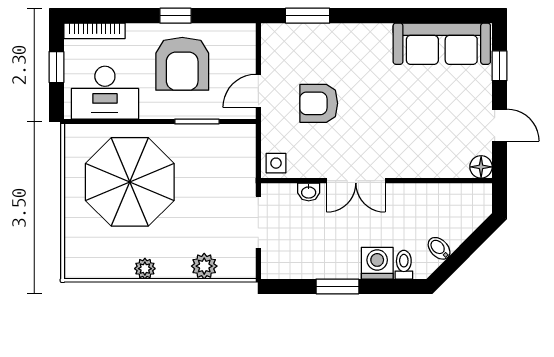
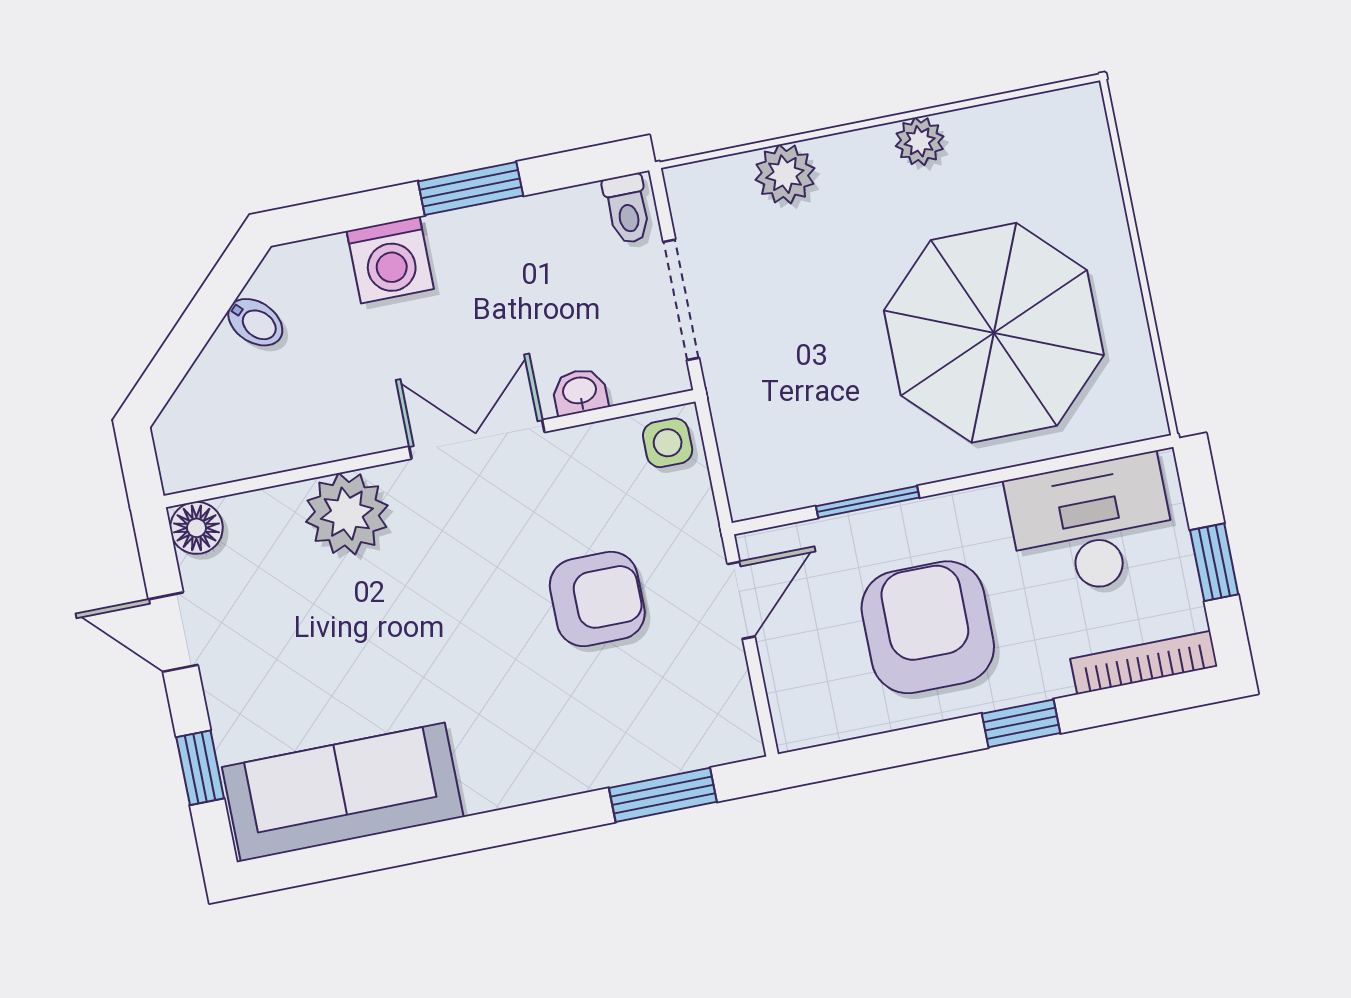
window: (176, 16) -> (1021, 723), moved
plant: (417, 160) -> (347, 514), added
toilet: (404, 265) -> (627, 209), moved

